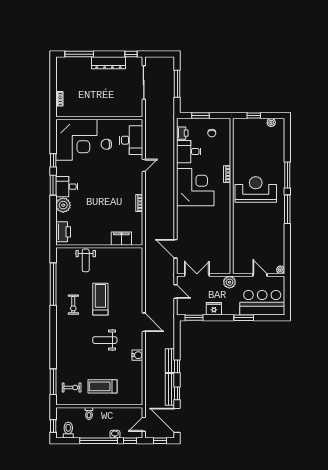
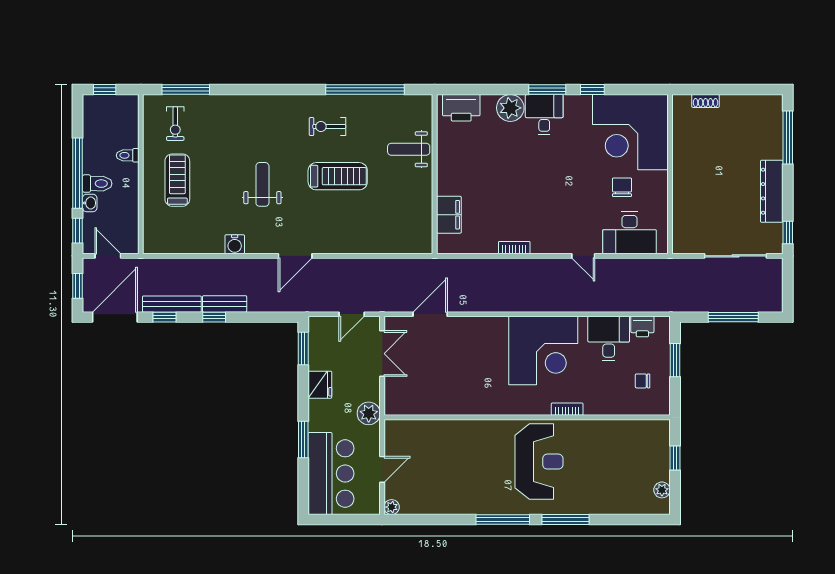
toilet: (68, 430) -> (97, 184), moved

